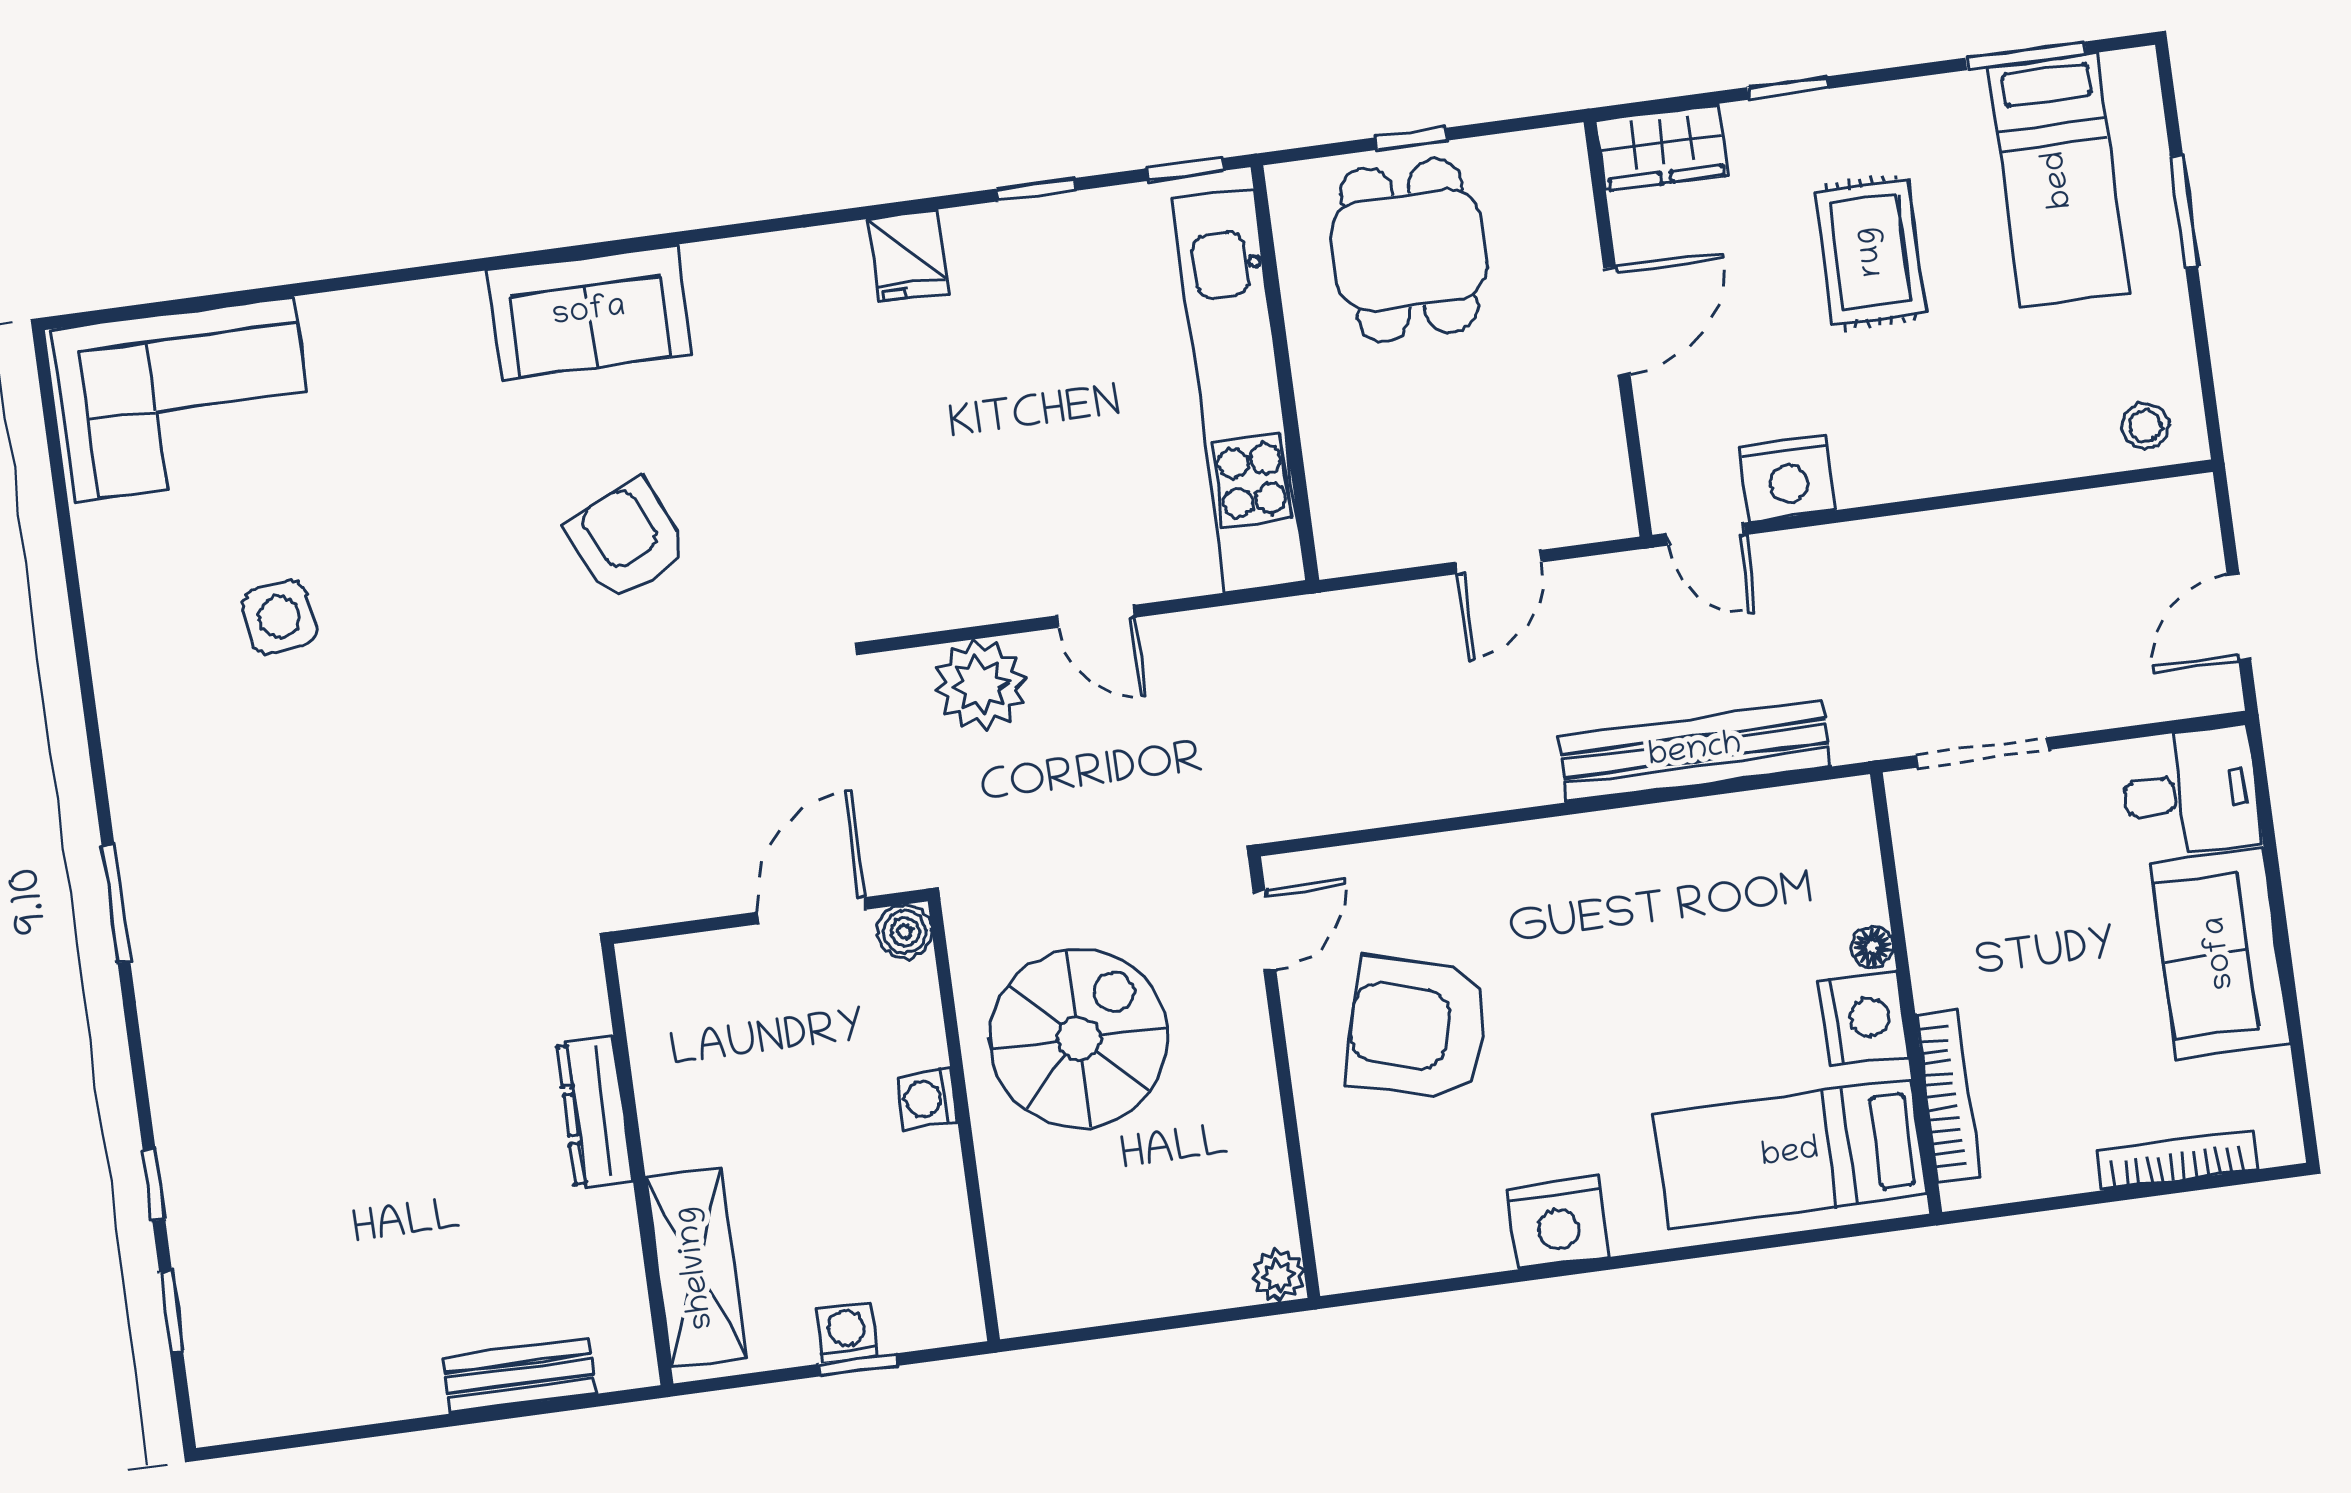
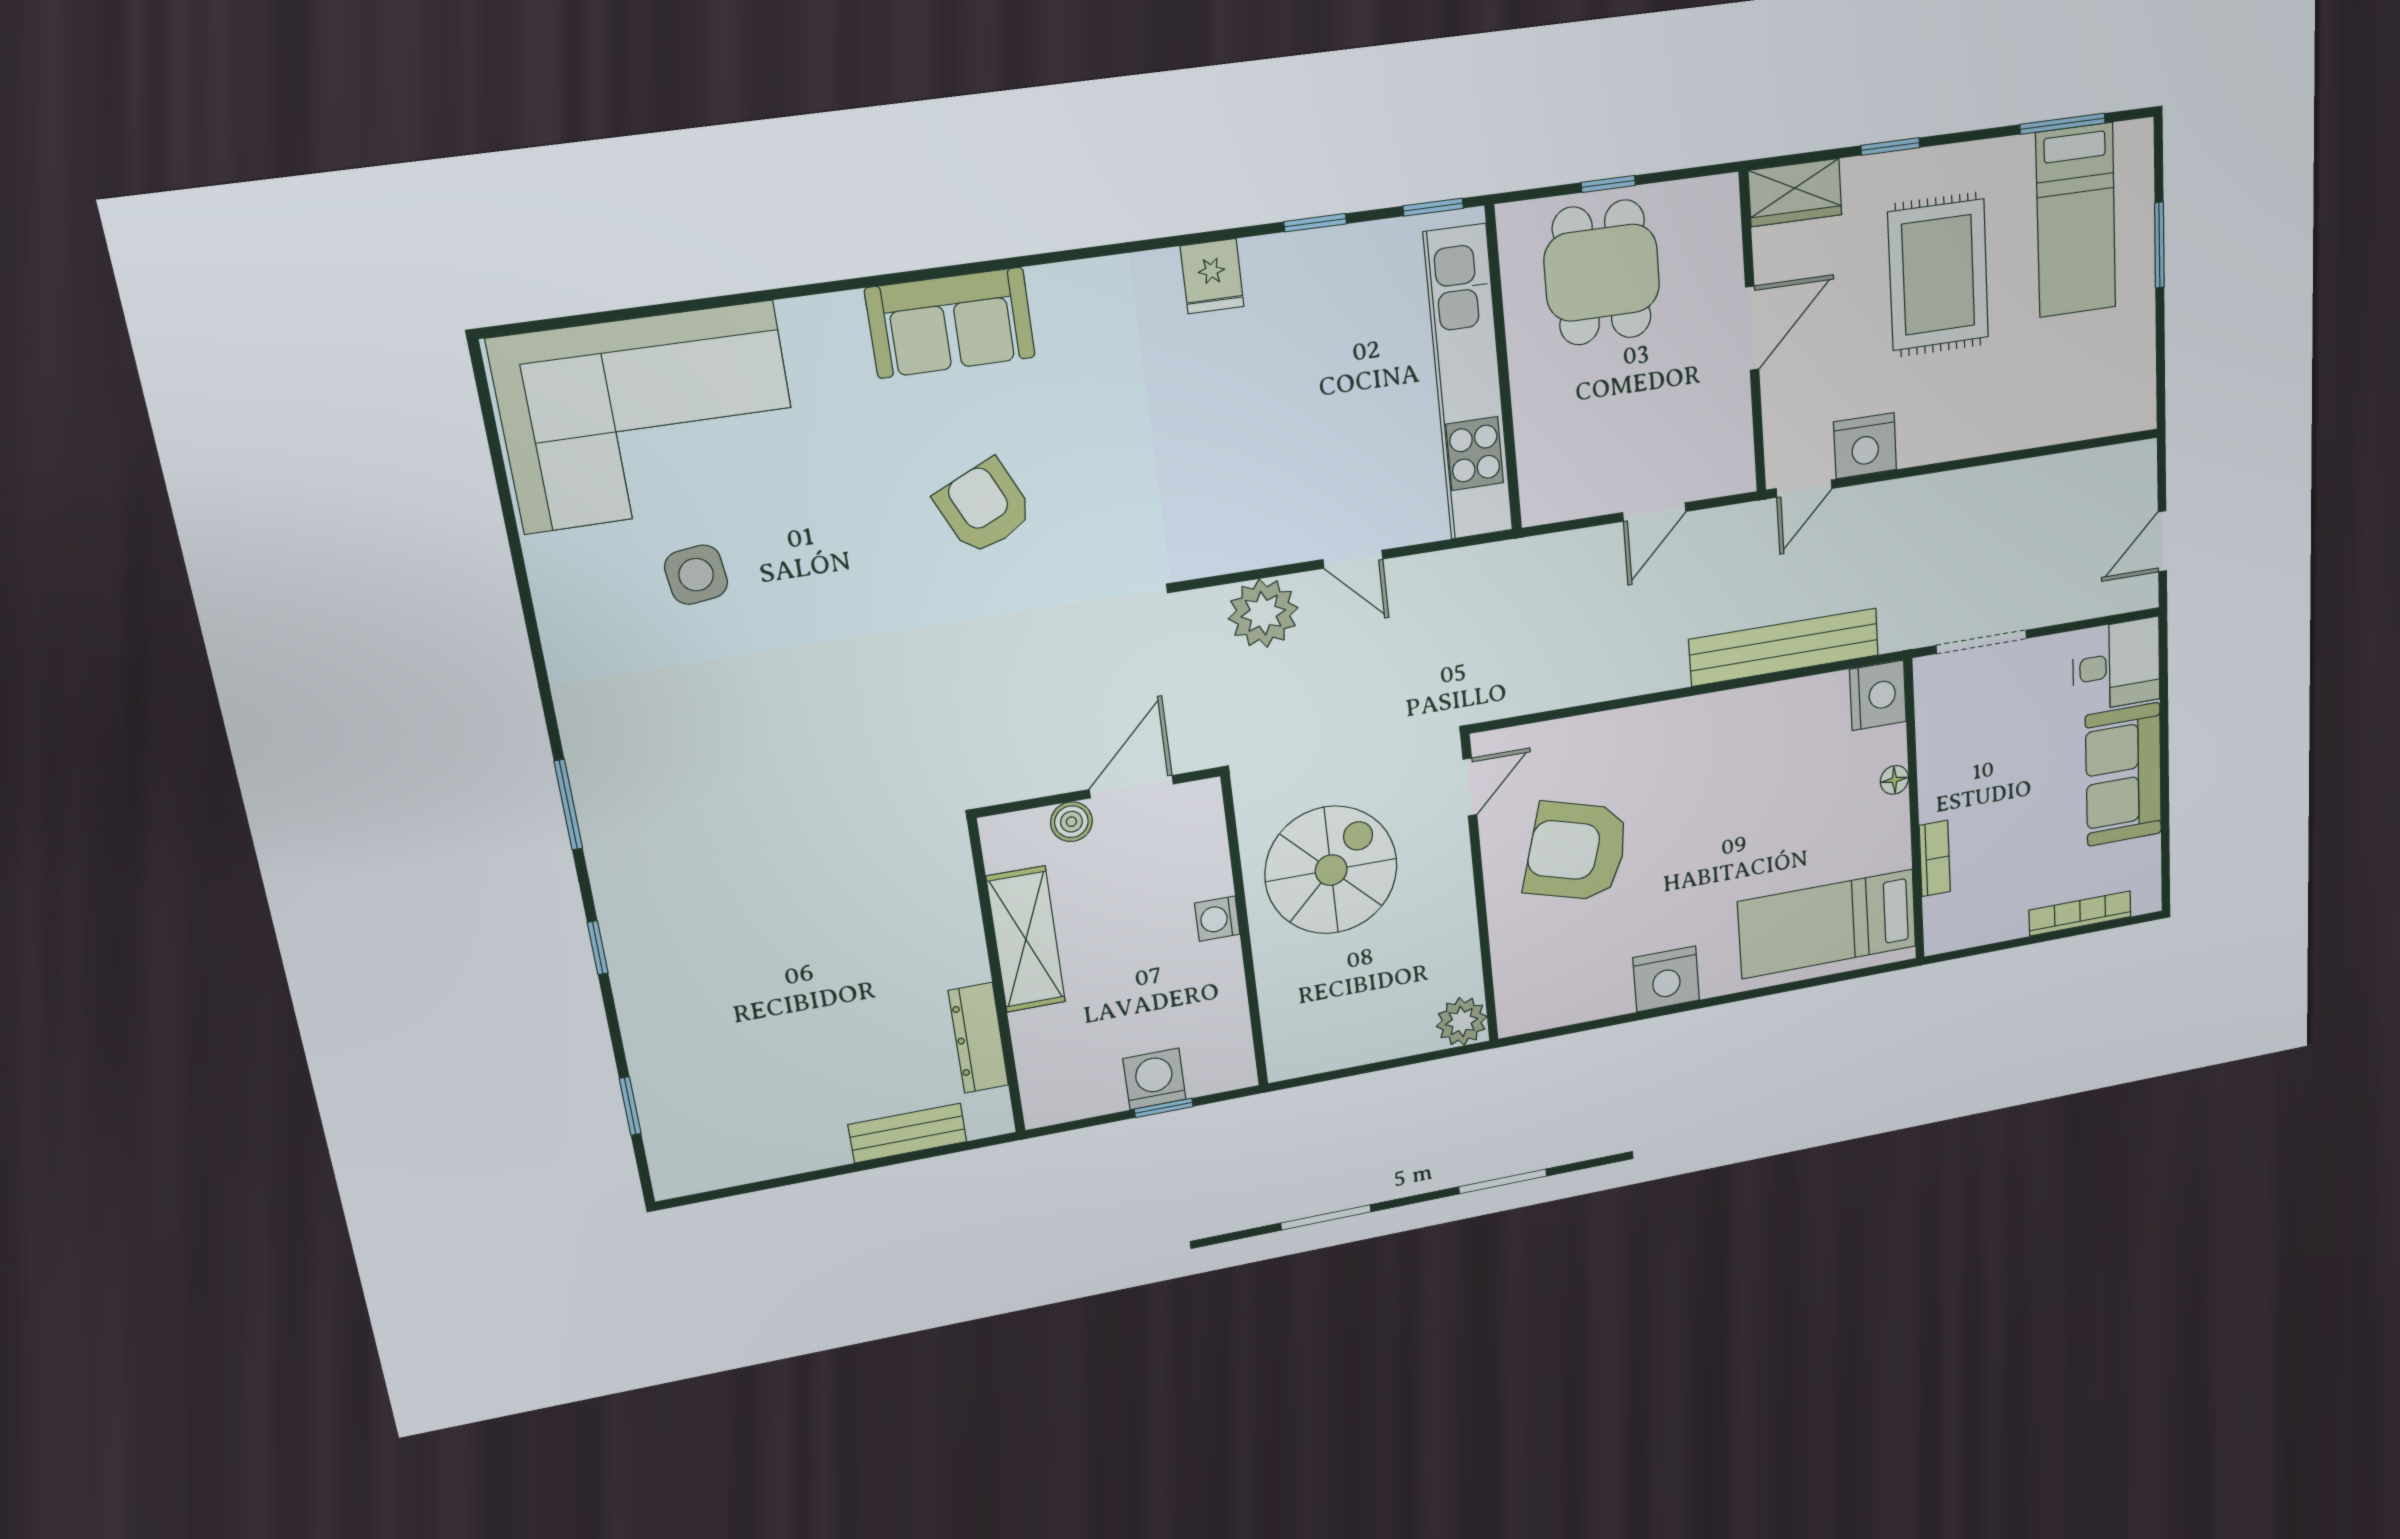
rug: (1870, 252) -> (1938, 275), width x1.36, depth x1.43
corner sofa: (184, 399) -> (648, 417), width x1.36, depth x1.36
stool: (2145, 426) -> (2115, 405), removed
door: (1706, 534) -> (1804, 489), hinge flipped
boiler: (905, 932) -> (1071, 822), moved
nightstand: (1863, 1018) -> (1878, 695), moved
bookcase: (1948, 1095) -> (1935, 859), width x0.64
dresser: (595, 1112) -> (978, 1038), moved
window: (154, 1185) -> (598, 948), moved
shelving: (696, 1268) -> (1026, 939), moved
plant: (1278, 1275) -> (1462, 1021), width x1.38, depth x1.38
washing machine: (847, 1332) -> (1154, 1079), width x1.38, depth x1.38

